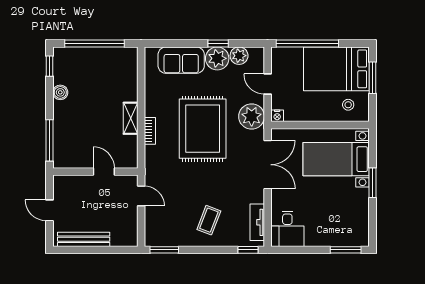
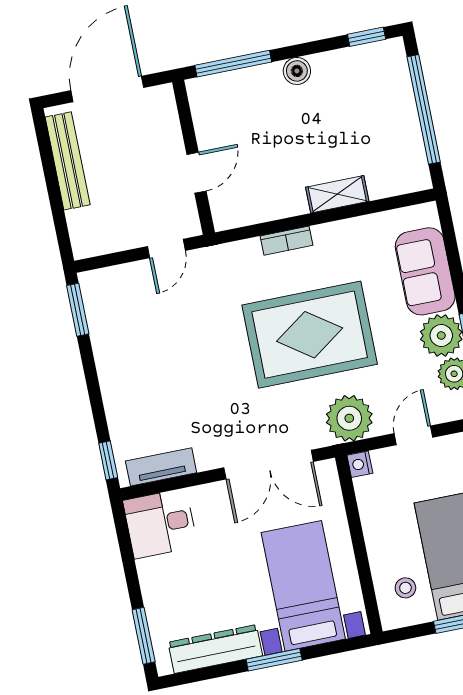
boiler: (60, 92) -> (297, 71), moved
shelving: (131, 118) -> (337, 194), moved
door: (50, 210) -> (107, 89), width x1.88
dresser: (360, 213) -> (215, 649), added
coffee table: (209, 220) -> (147, 379), removed

